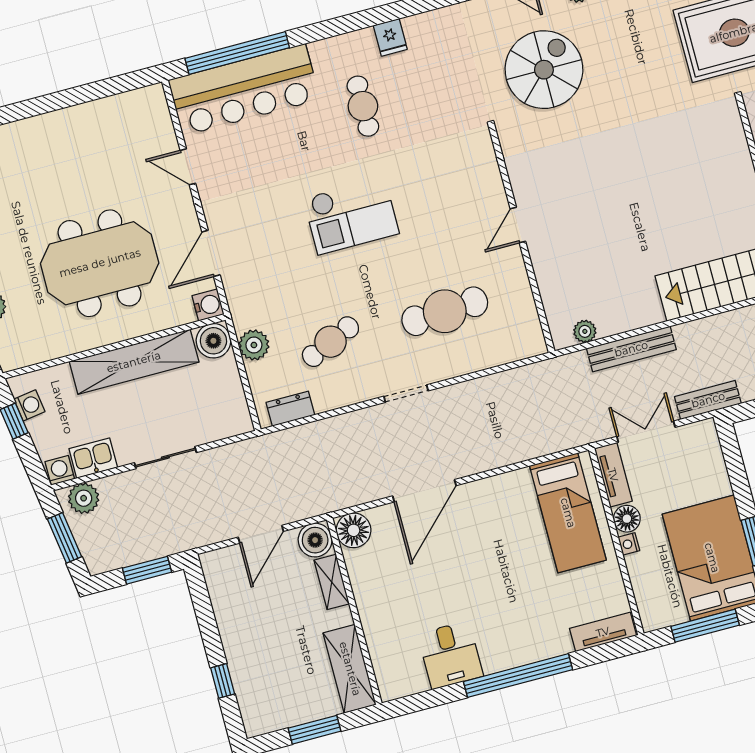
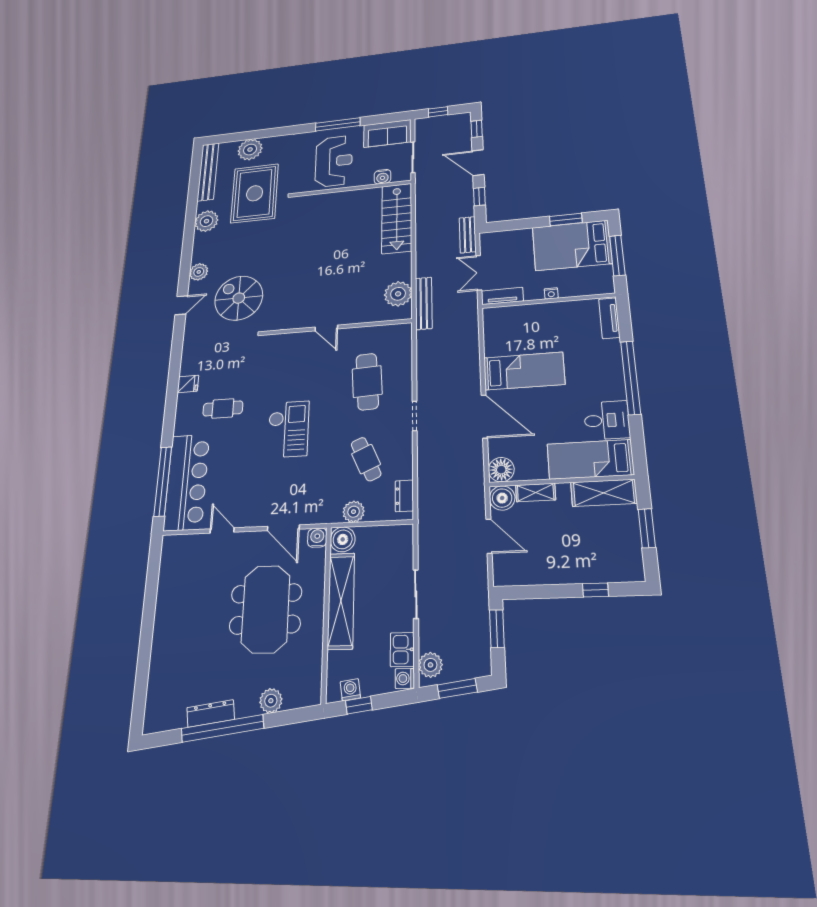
door: (188, 167) -> (222, 530), swing flipped
plant: (585, 331) -> (398, 294), width x1.88, depth x1.88
bench: (631, 349) -> (424, 303), moved
bed: (568, 513) -> (524, 371), moved
floor lamp: (627, 519) -> (534, 292), removed
bed: (391, 644) -> (590, 459), added

